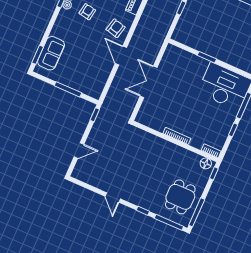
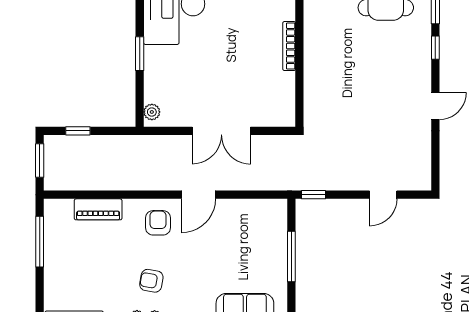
armchair: (116, 28) -> (158, 223), turned 76
plant: (174, 50) -> (152, 112), added
door: (79, 151) -> (383, 195), swing flipped

